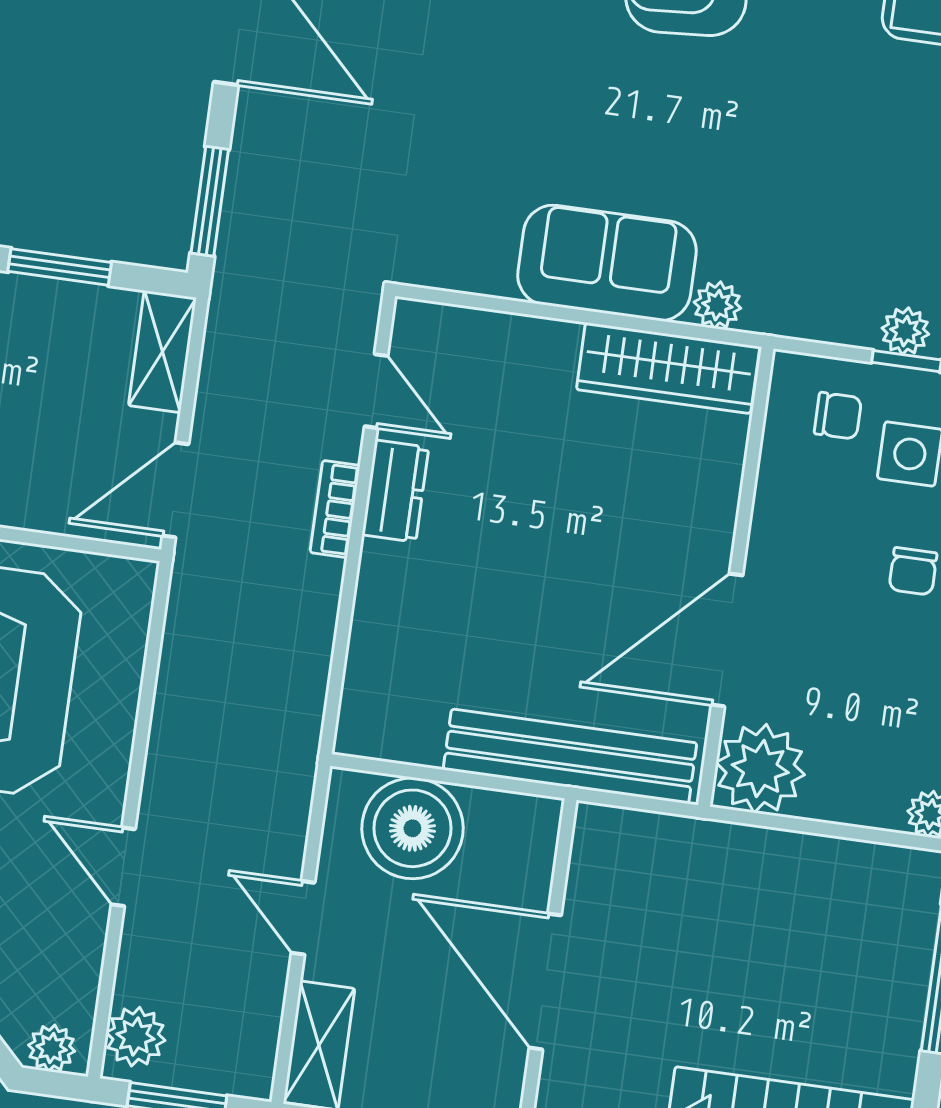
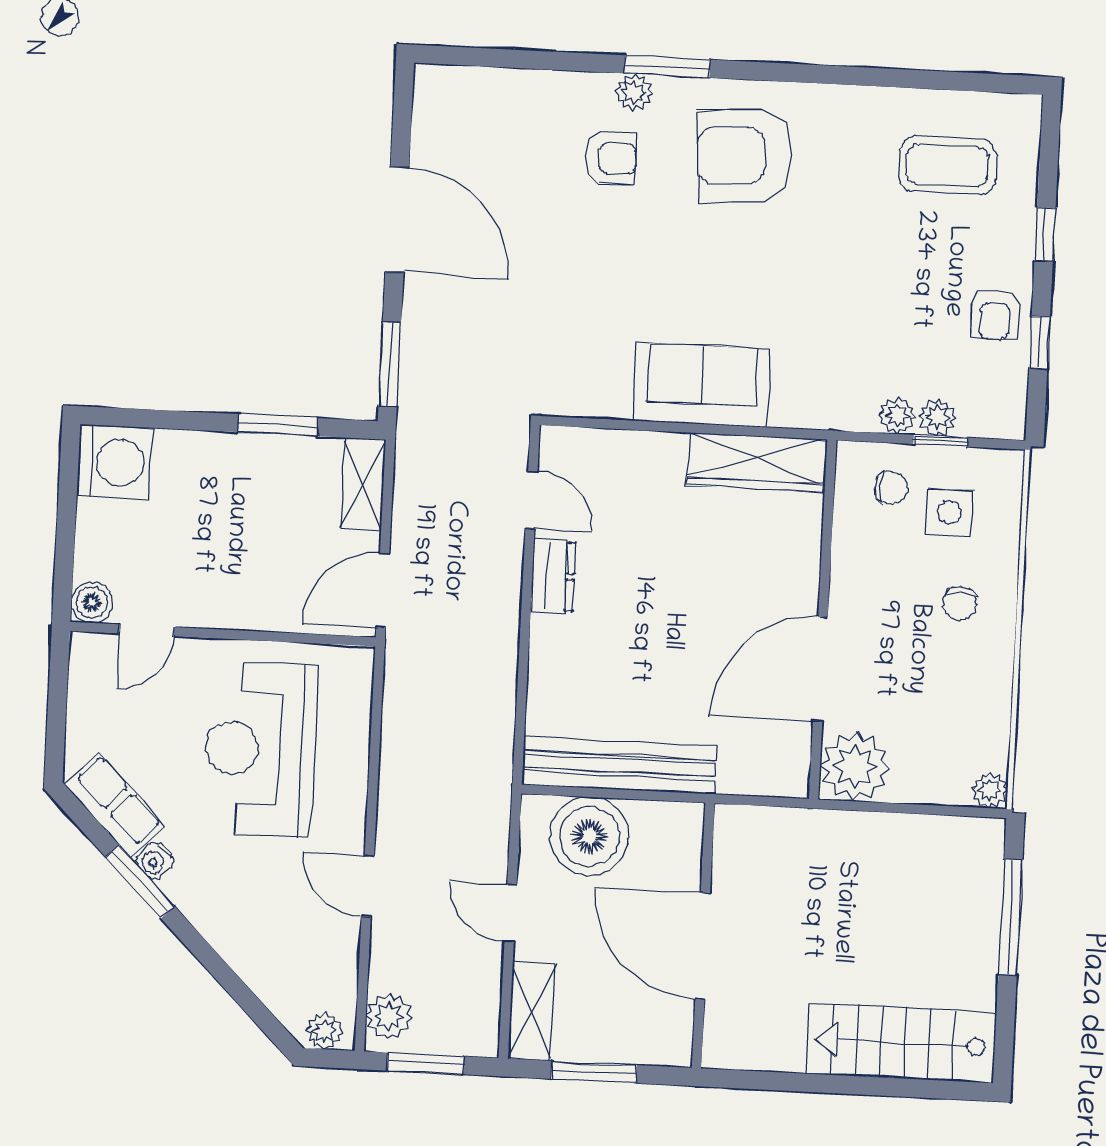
plant: (717, 305) -> (897, 416), moved
bookcase: (335, 509) -> (508, 594), removed
bench: (570, 756) -> (619, 765), moved

